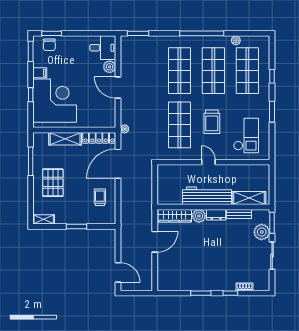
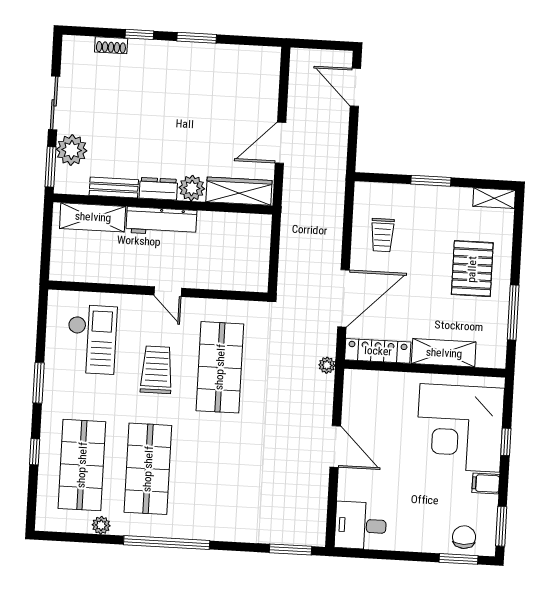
plant: (110, 67) -> (349, 488), removed
shop shelf: (179, 71) -> (214, 472), removed
checkout: (246, 135) -> (92, 339), turned 180
workbench: (207, 196) -> (161, 221), width x0.73, depth x0.76

